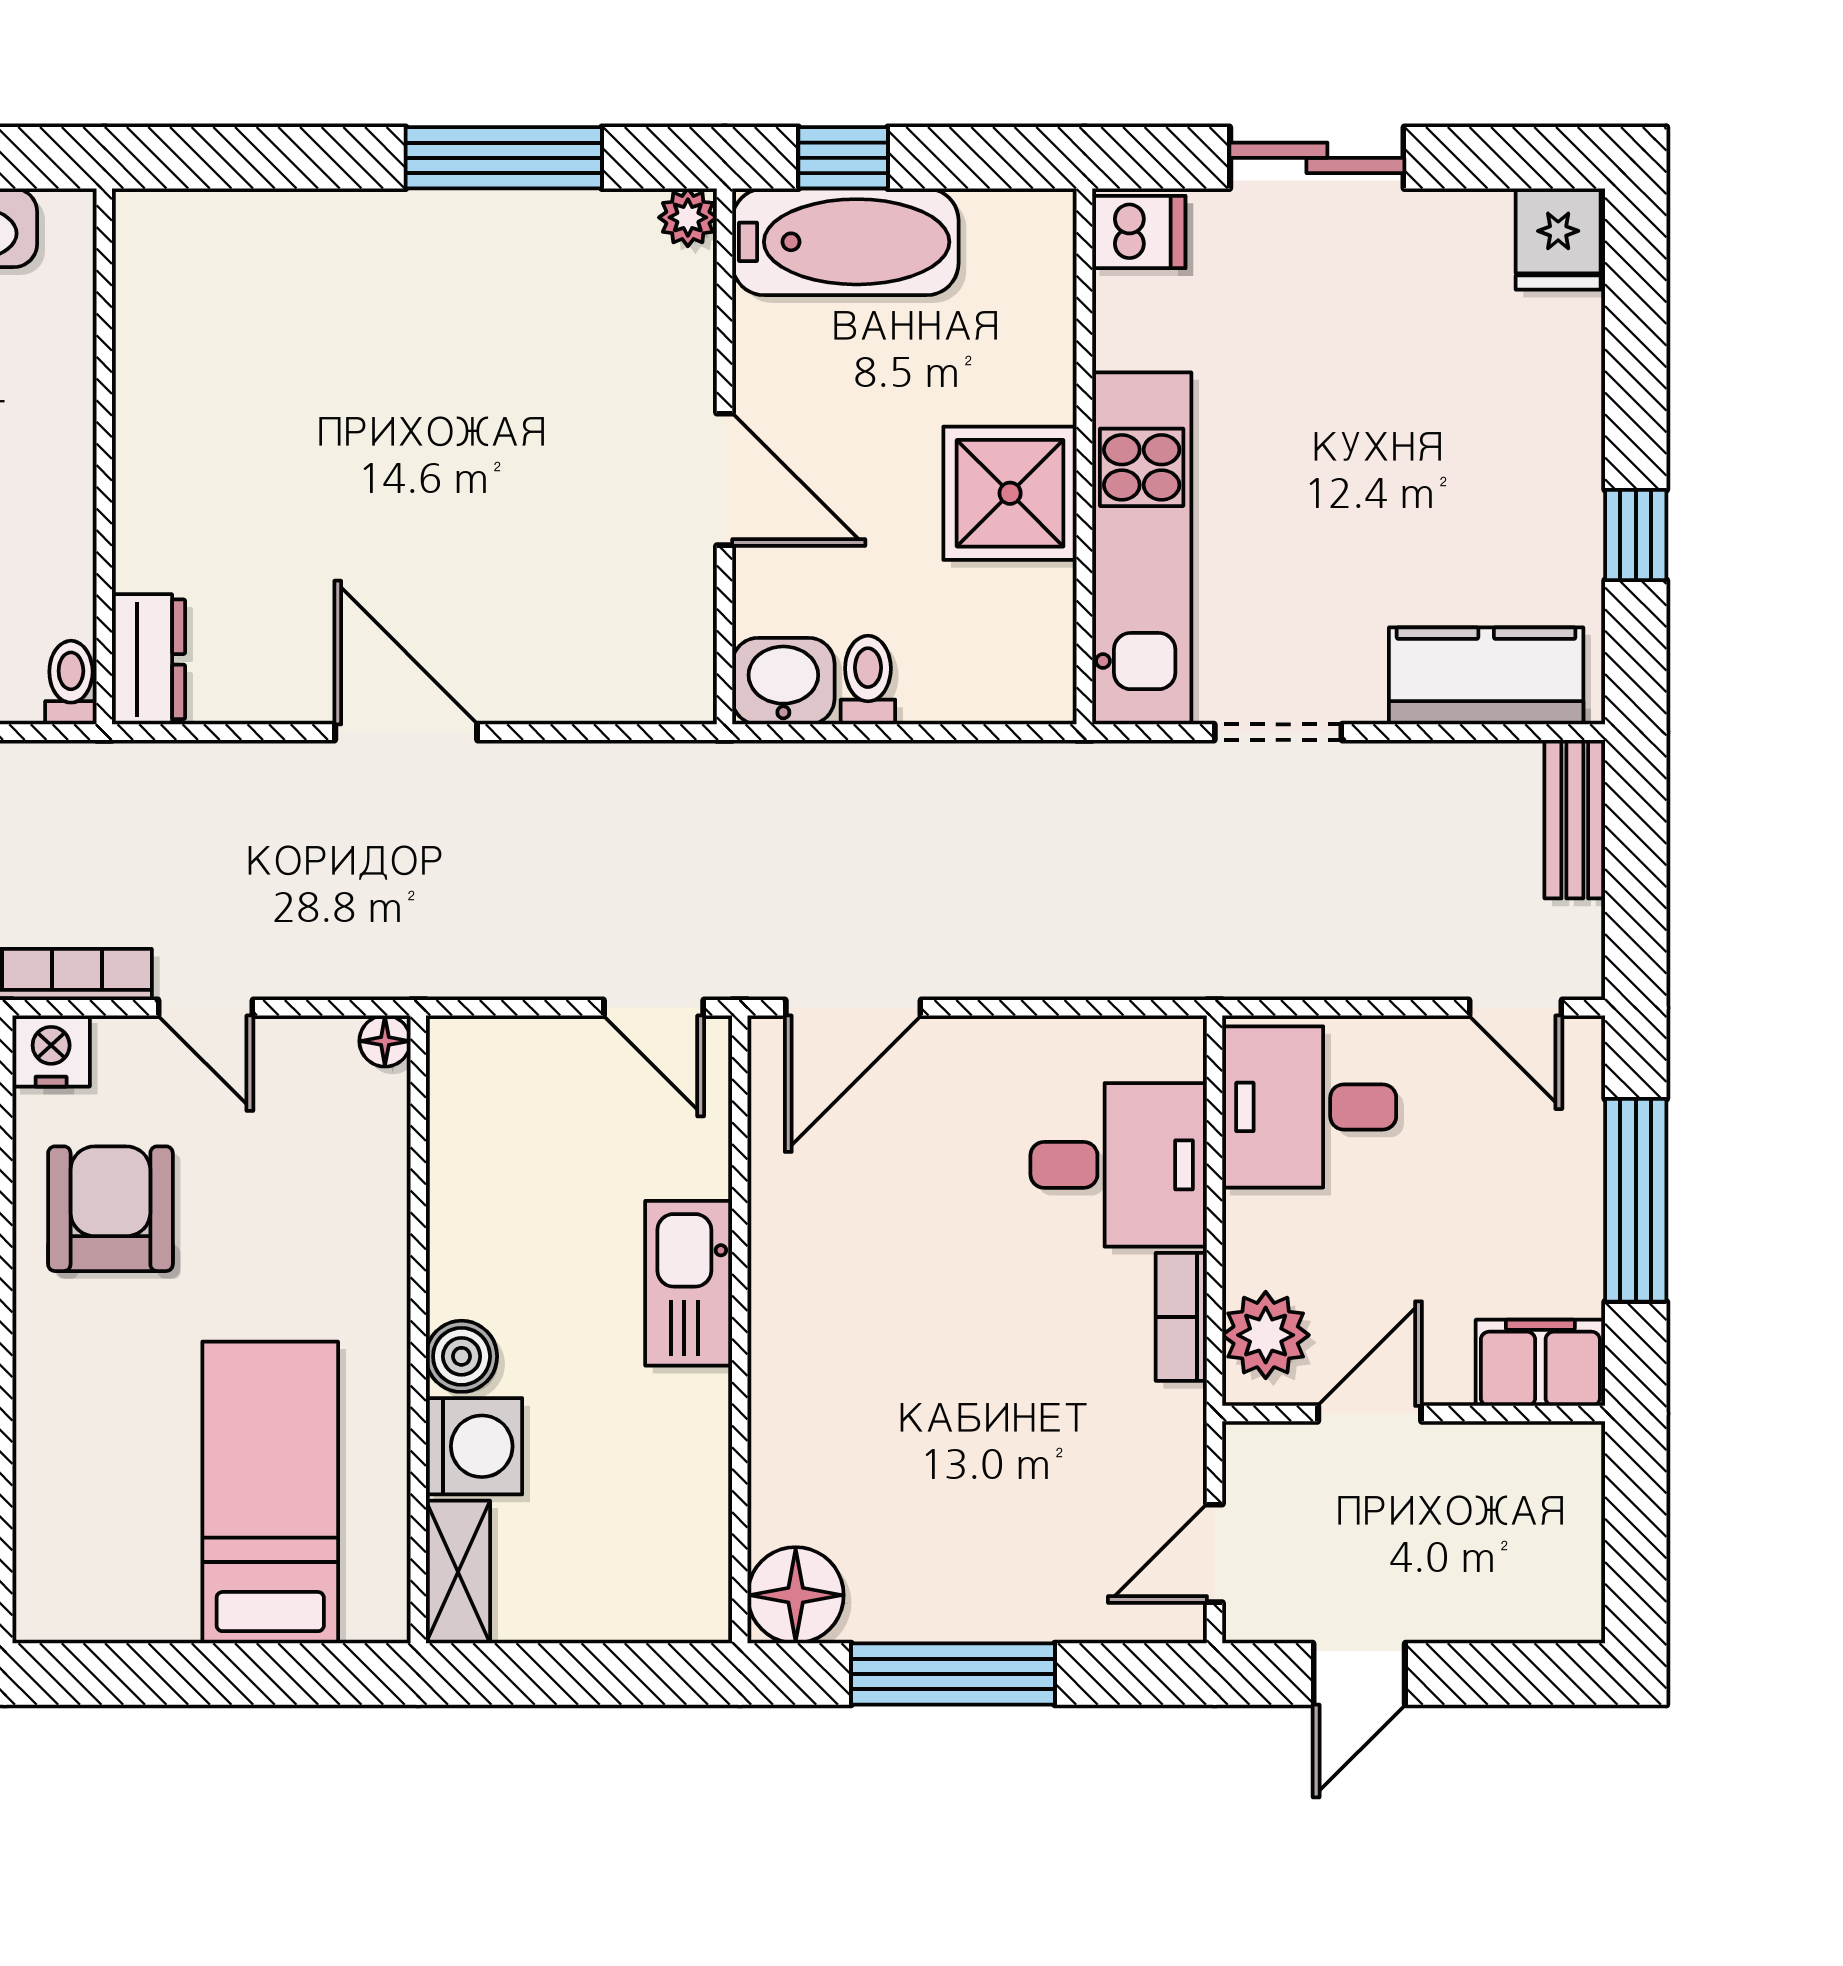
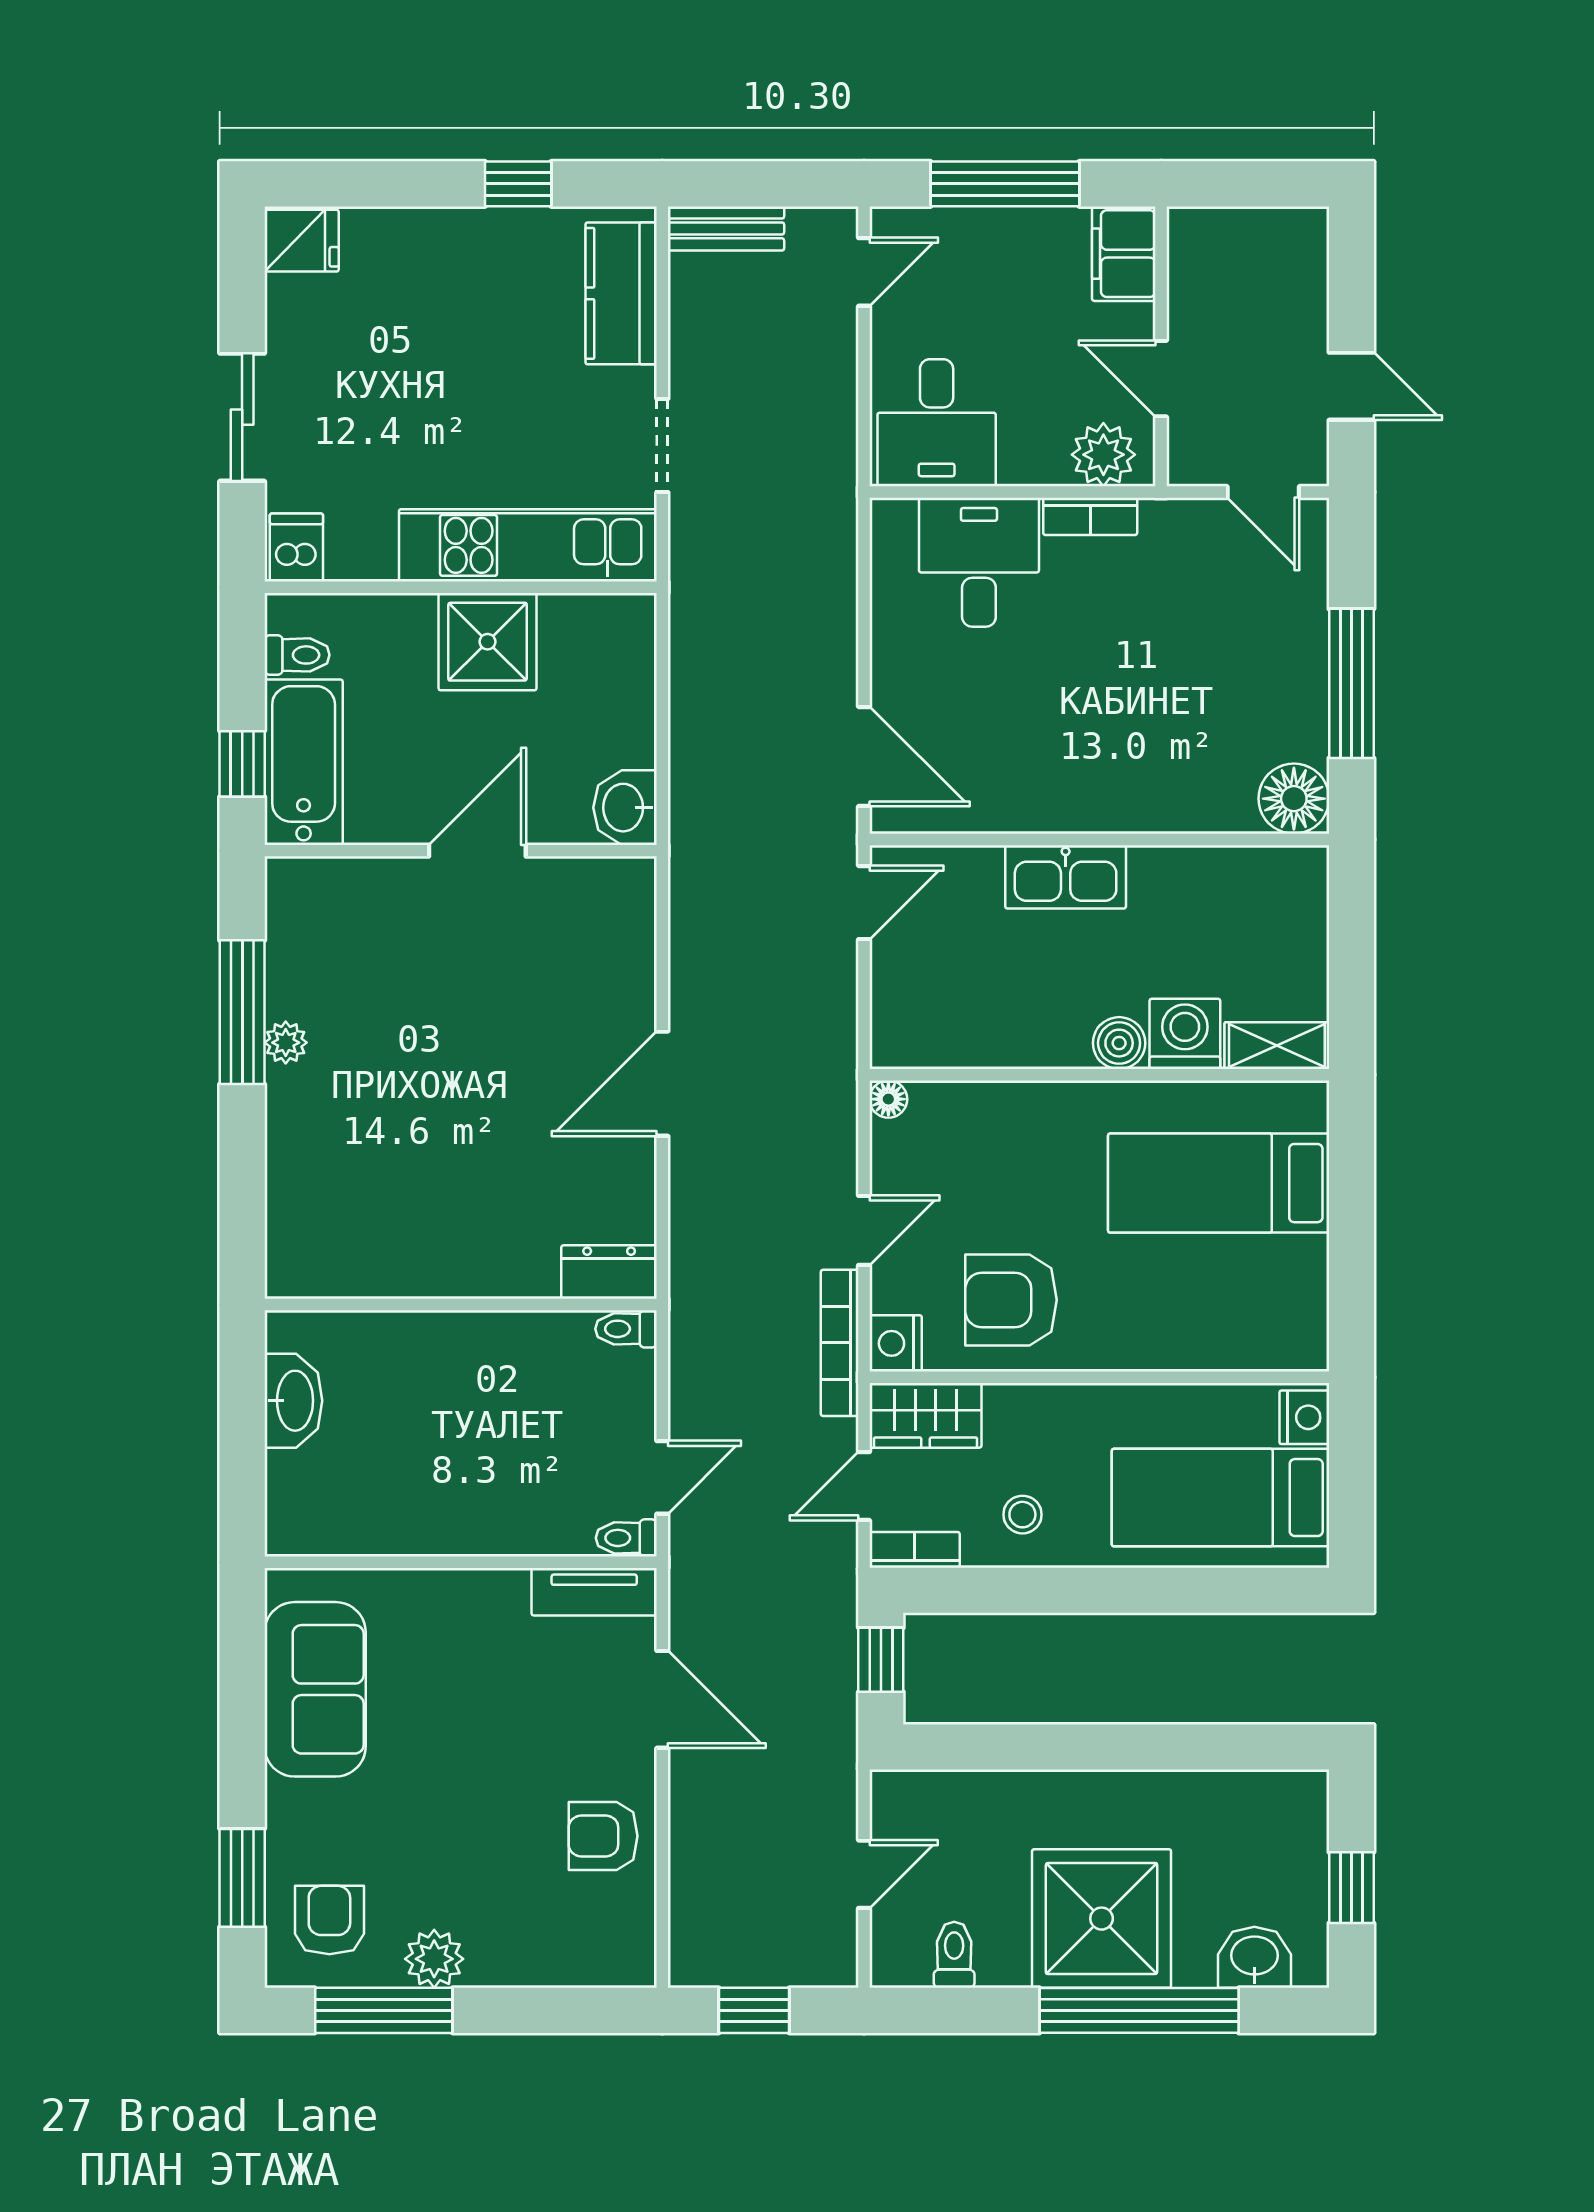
plant: (688, 217) -> (286, 1043), moved
toilet: (868, 680) -> (297, 655), moved, turned 180

